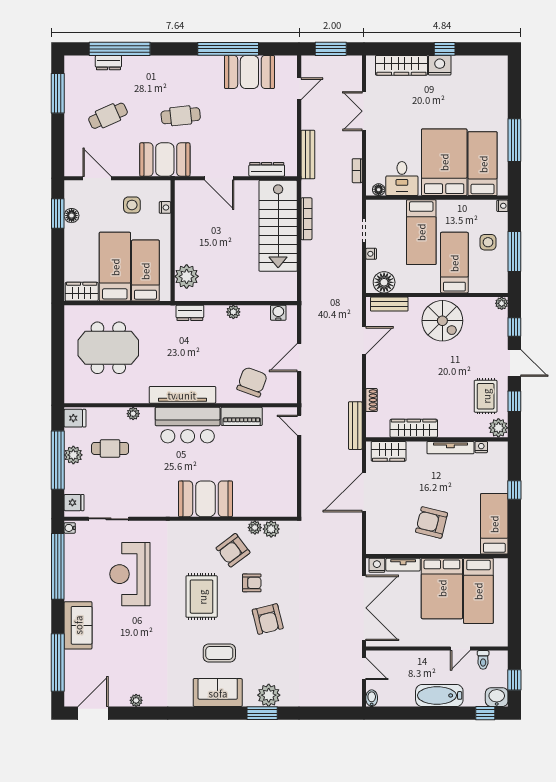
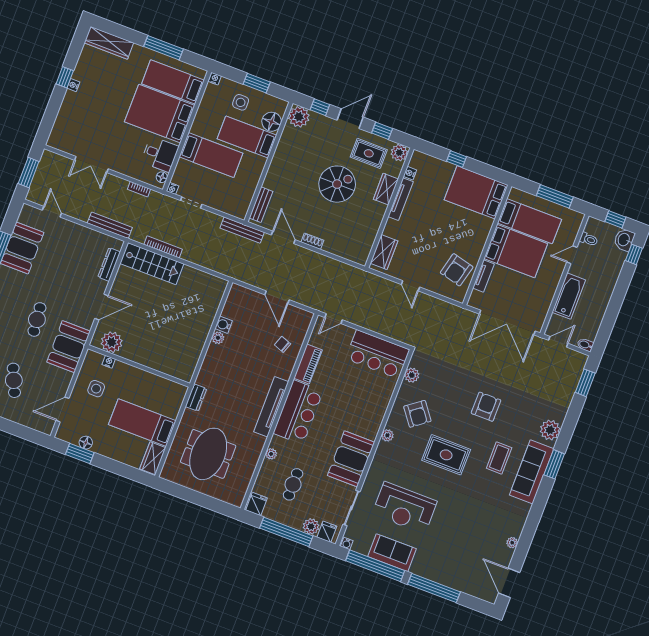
wardrobe: (401, 65) -> (109, 43), moved, turned 90
nightstand: (440, 65) -> (73, 85), width x0.53, depth x0.56
stairs: (278, 226) -> (152, 264), width x0.73, depth x0.66
window: (514, 251) -> (257, 83), width x0.69
nightstand: (371, 254) -> (172, 188), moved
bed: (145, 271) -> (155, 398), removed
plant: (187, 276) -> (112, 342), moved
floor lamp: (384, 282) -> (272, 122), moved
plant: (502, 303) -> (299, 117), width x1.88, depth x1.88
dresser: (190, 313) -> (196, 398), moved
water cooler: (278, 313) -> (224, 325), moved
spiral stairs: (442, 321) -> (337, 184), moved
chair: (252, 382) -> (283, 344), width x0.54, depth x0.54
shoe rack: (372, 400) -> (312, 241), moved
bench: (355, 426) -> (242, 230), moved
wardrobe: (414, 428) -> (386, 189), moved, width x0.67
plant: (73, 455) -> (311, 526), moved
bar counter: (279, 485) -> (378, 354), added
door: (364, 492) -> (411, 286), width x0.53
booth: (205, 499) -> (351, 459), moved
armchair: (432, 522) -> (457, 270), moved
bed: (494, 524) -> (476, 192), width x1.50
plant: (255, 528) -> (387, 435), moved
nightstand: (377, 565) -> (476, 298), removed
armchair: (252, 583) -> (451, 408), removed
double door: (364, 608) -> (507, 323), swing flipped
window: (514, 608) -> (555, 196), added
armchair: (268, 619) -> (486, 407), turned -76
sofa: (78, 625) -> (392, 553), moved
door: (460, 649) -> (572, 255), swing flipped
window: (58, 662) -> (434, 588), moved
sofa: (218, 693) -> (532, 472), width x1.36
bathtub: (439, 695) -> (569, 296), moved, turned 180
window: (262, 713) -> (554, 464), moved
window: (332, 713) -> (585, 383), added

